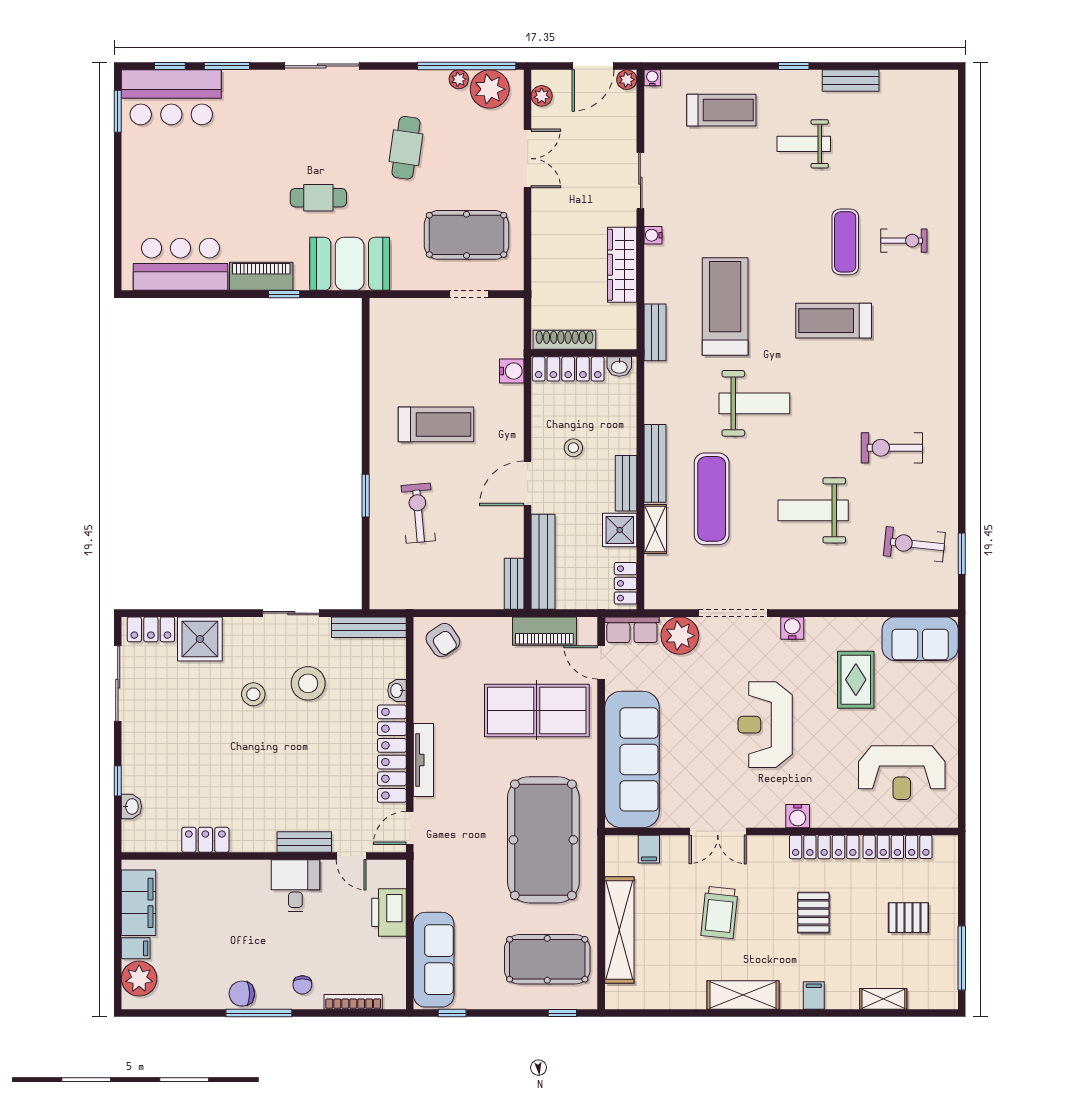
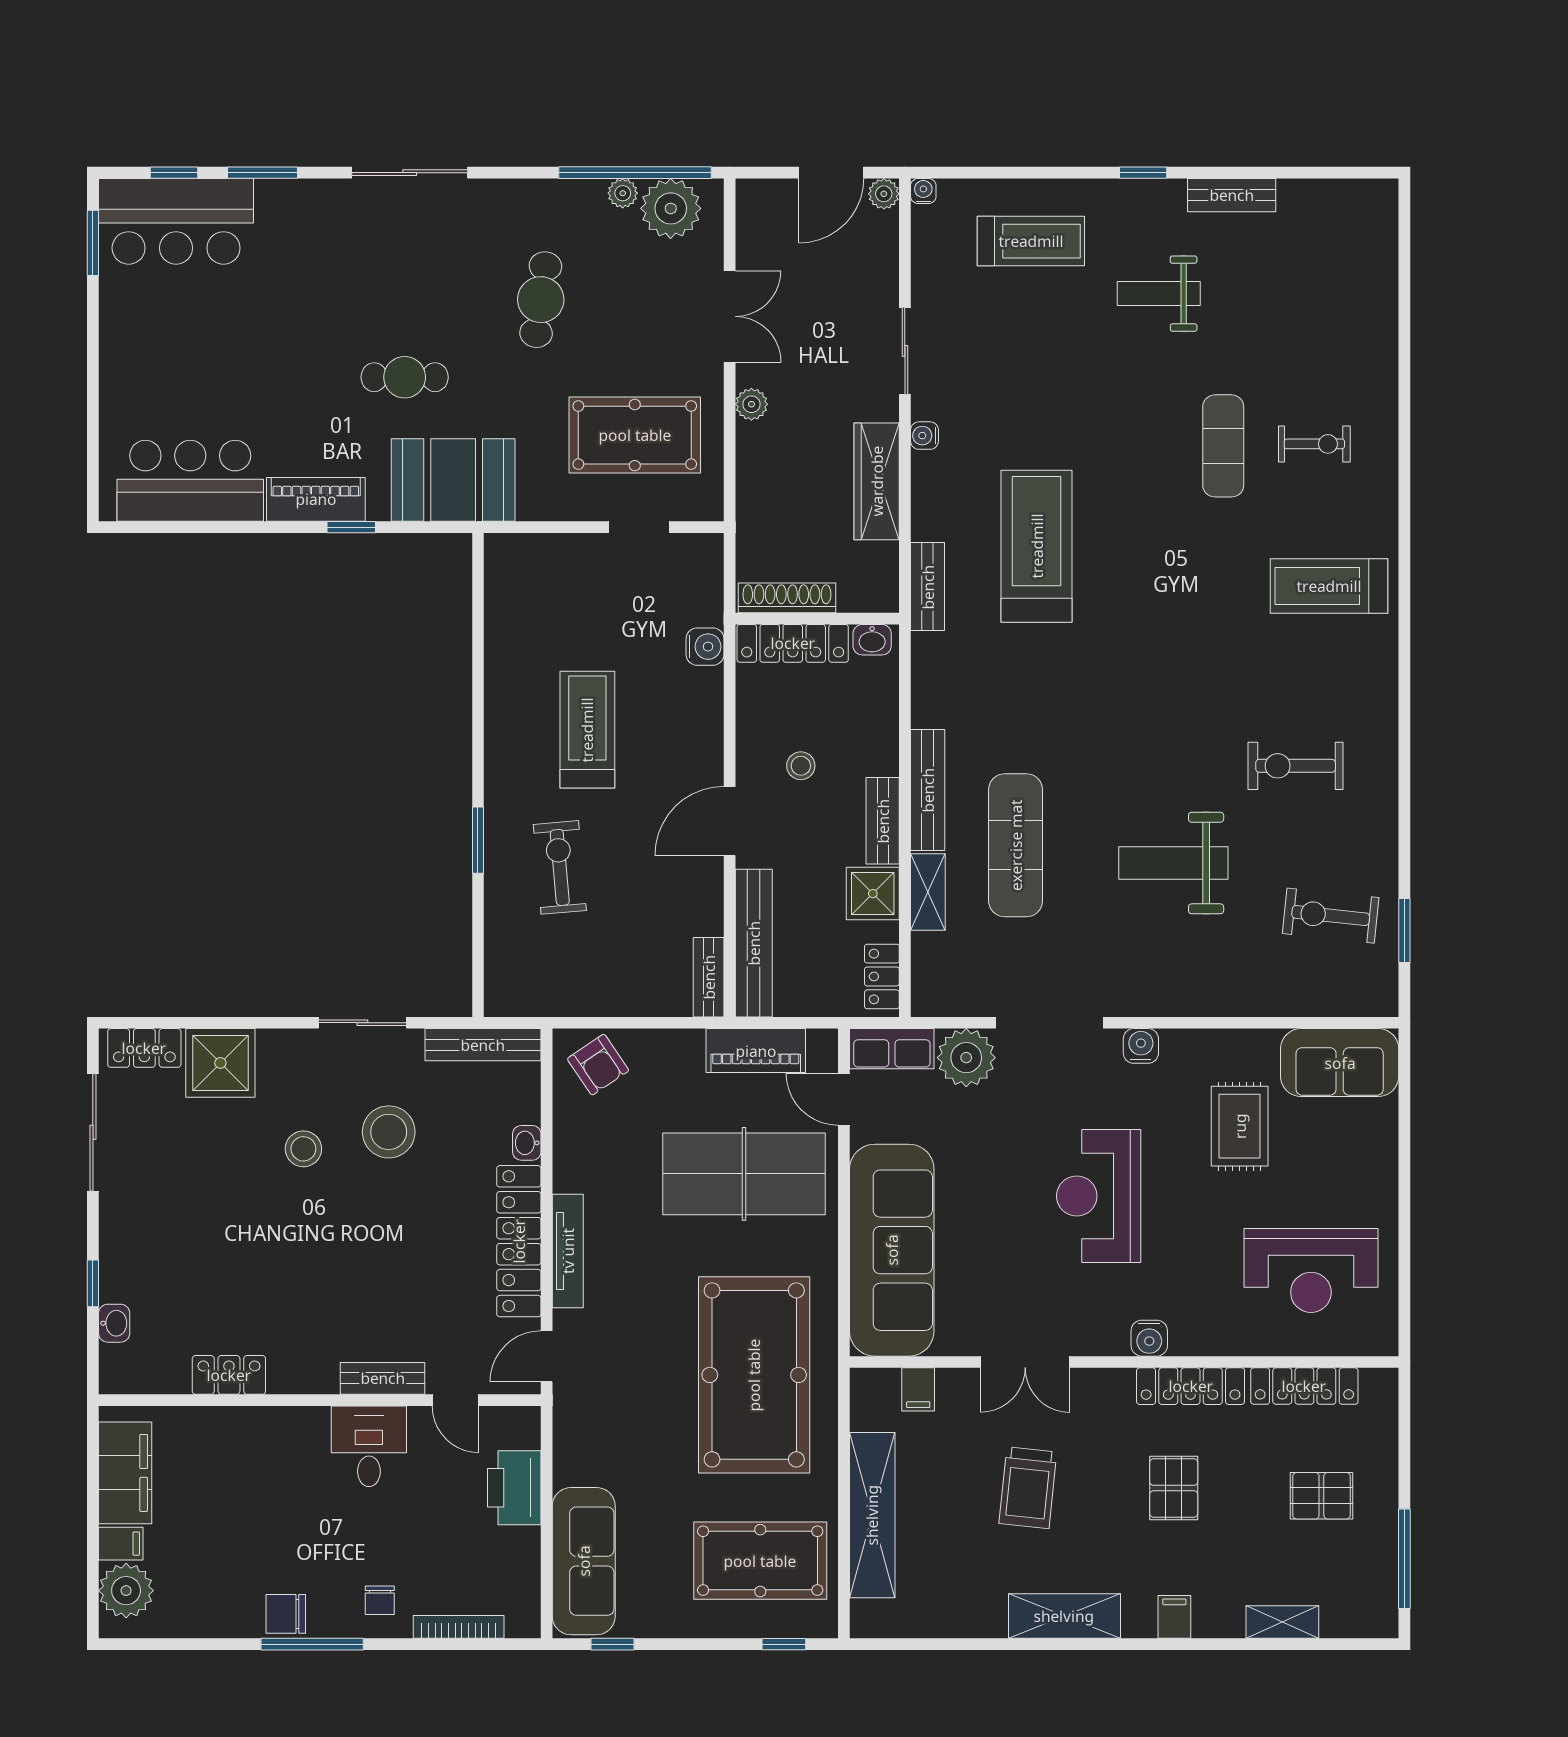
plant: (542, 96) -> (751, 404), moved
treadmill: (834, 321) -> (1329, 586), moved
weight bench: (754, 403) -> (1082, 697), removed
treadmill: (436, 424) -> (587, 730), turned -90

